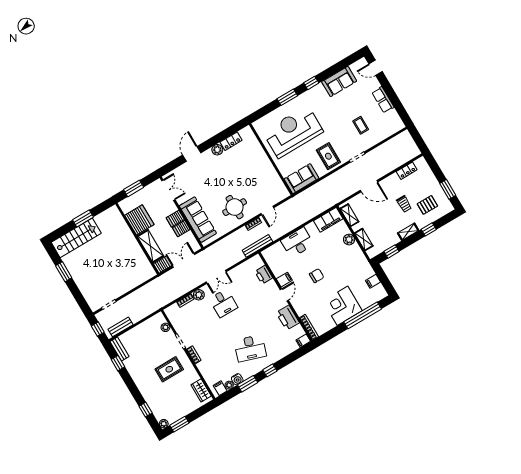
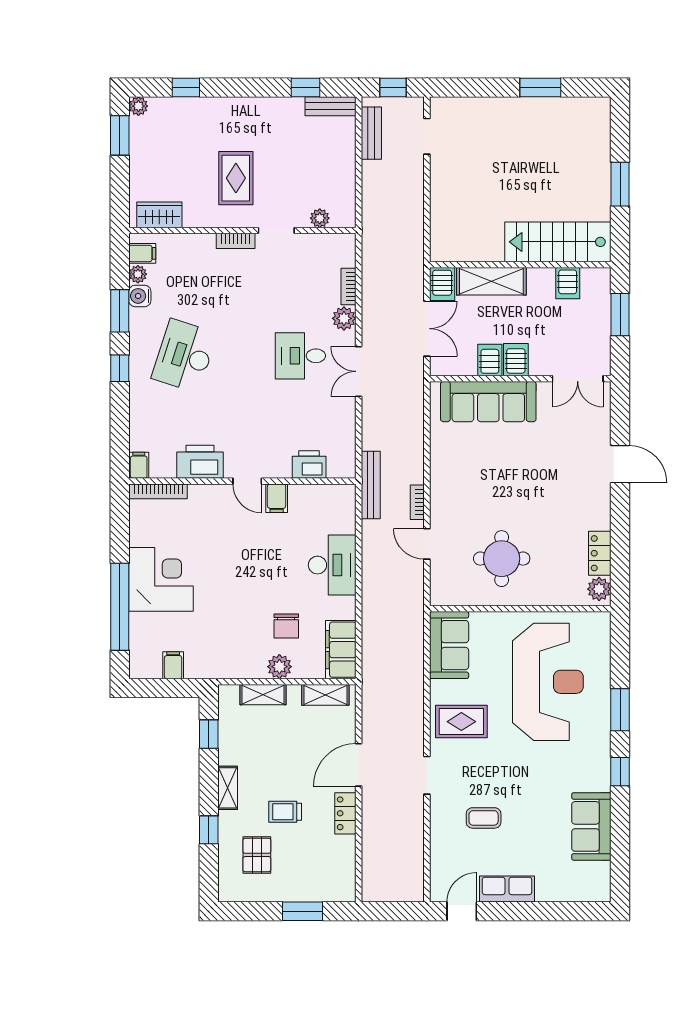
door: (376, 68) -> (462, 911), moved
plant: (217, 150) -> (599, 589), moved
locker: (407, 171) -> (345, 813), moved
window: (448, 189) -> (302, 911), moved
round table: (235, 207) -> (502, 559), moved
server rack: (139, 220) -> (568, 283), width x0.46, depth x0.70
stairs: (76, 238) -> (558, 242), moved, turned 90
chair: (317, 276) -> (286, 626), moved

